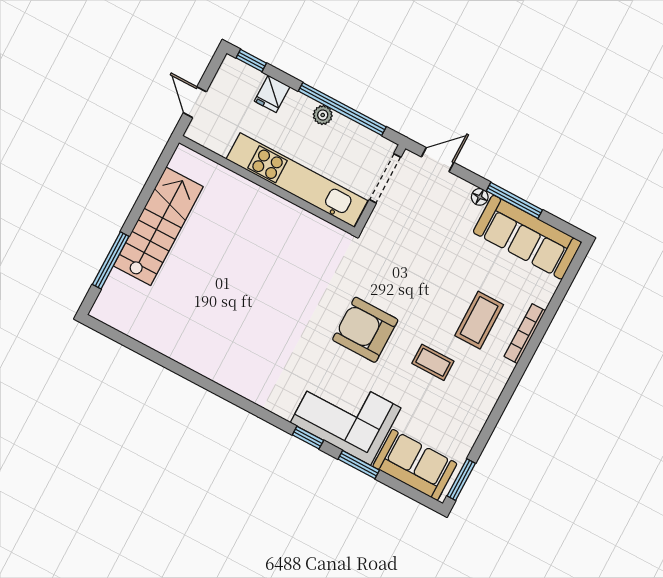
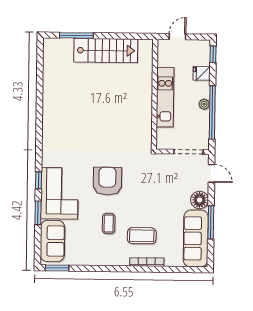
kitchen unit: (297, 180) -> (165, 97), width x0.73
floor lamp: (480, 197) -> (200, 200), width x1.89, depth x1.89

